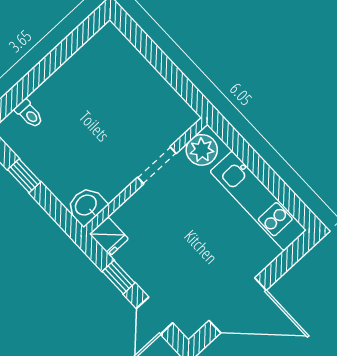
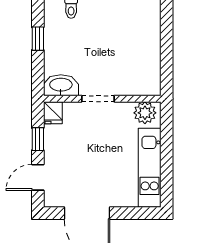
doorway: (157, 165) -> (98, 99), moved
washbasin: (86, 206) -> (61, 85), width x1.38

